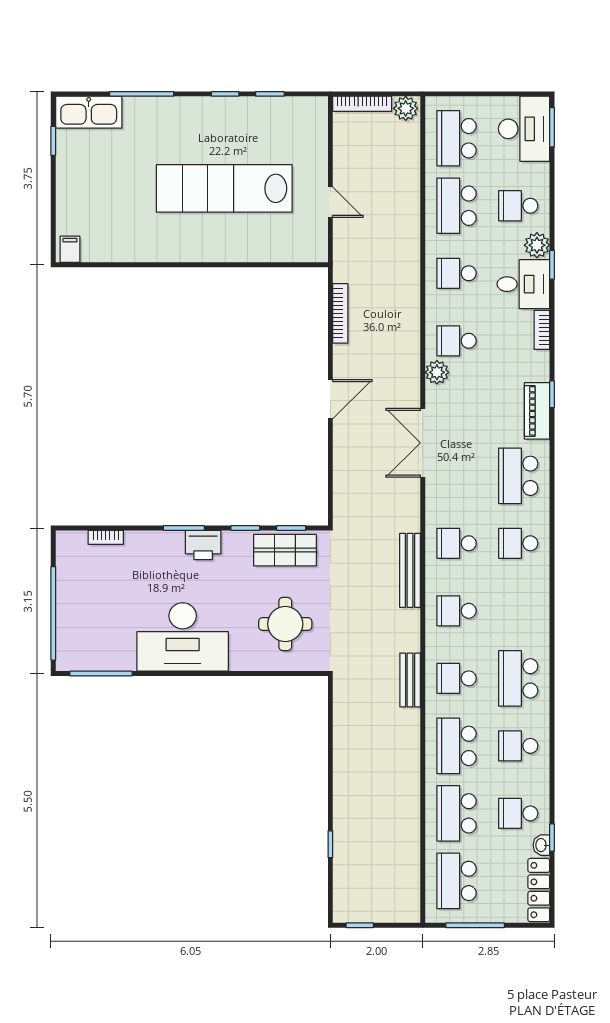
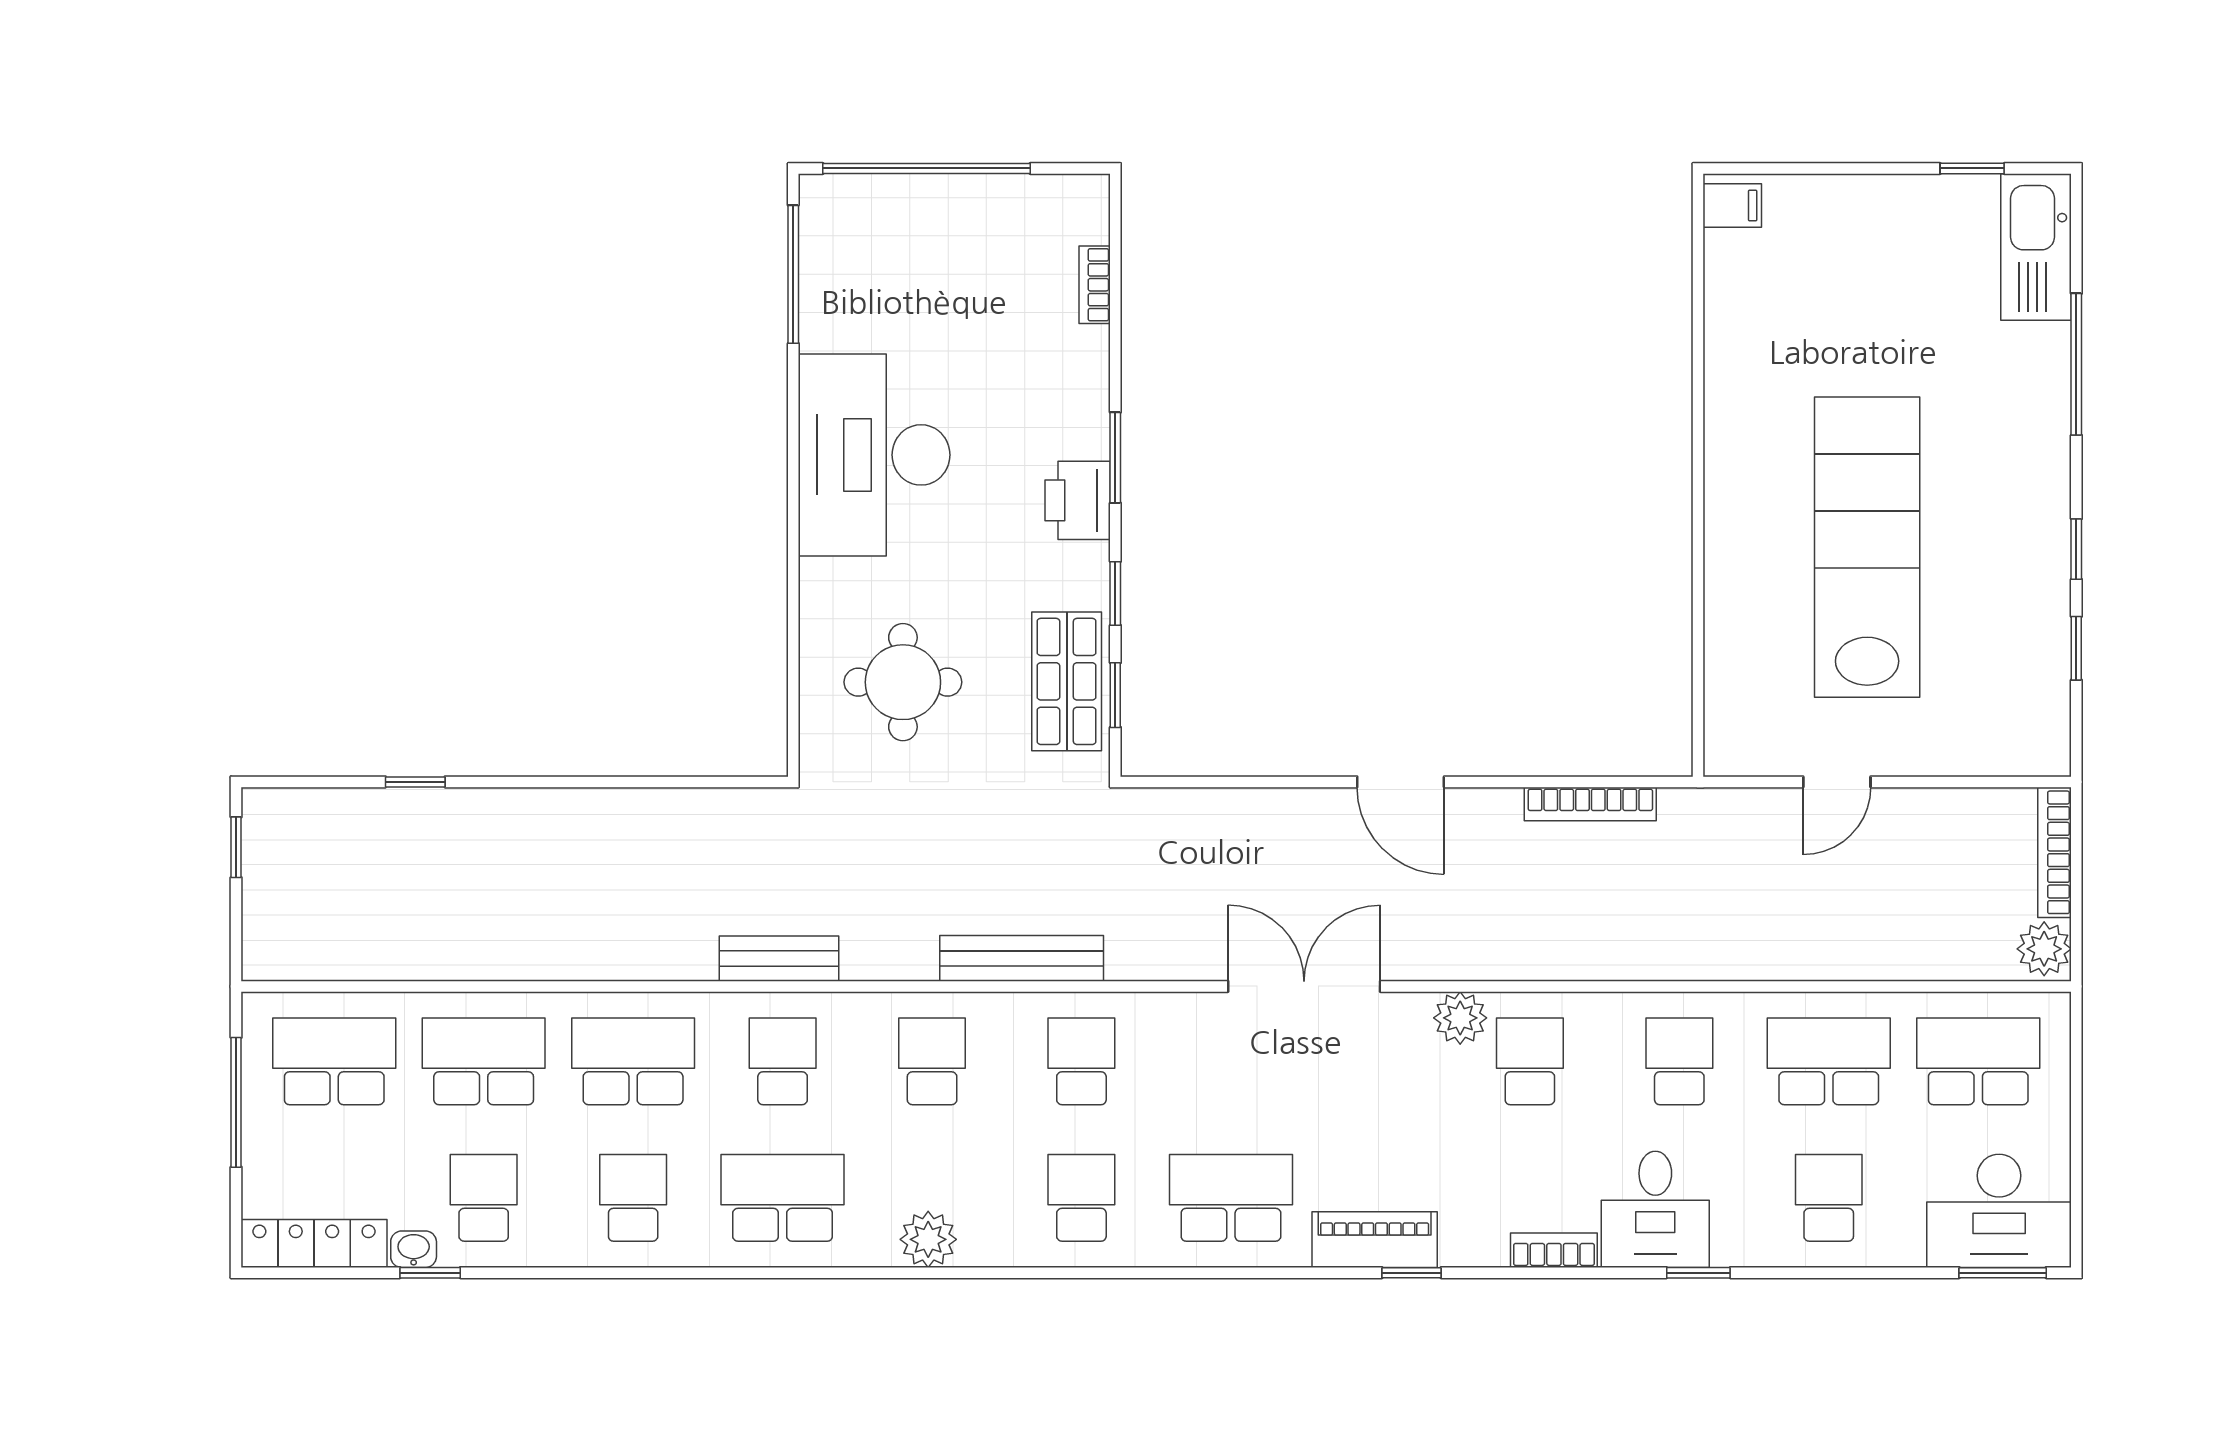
plant: (537, 245) -> (928, 1239), moved

